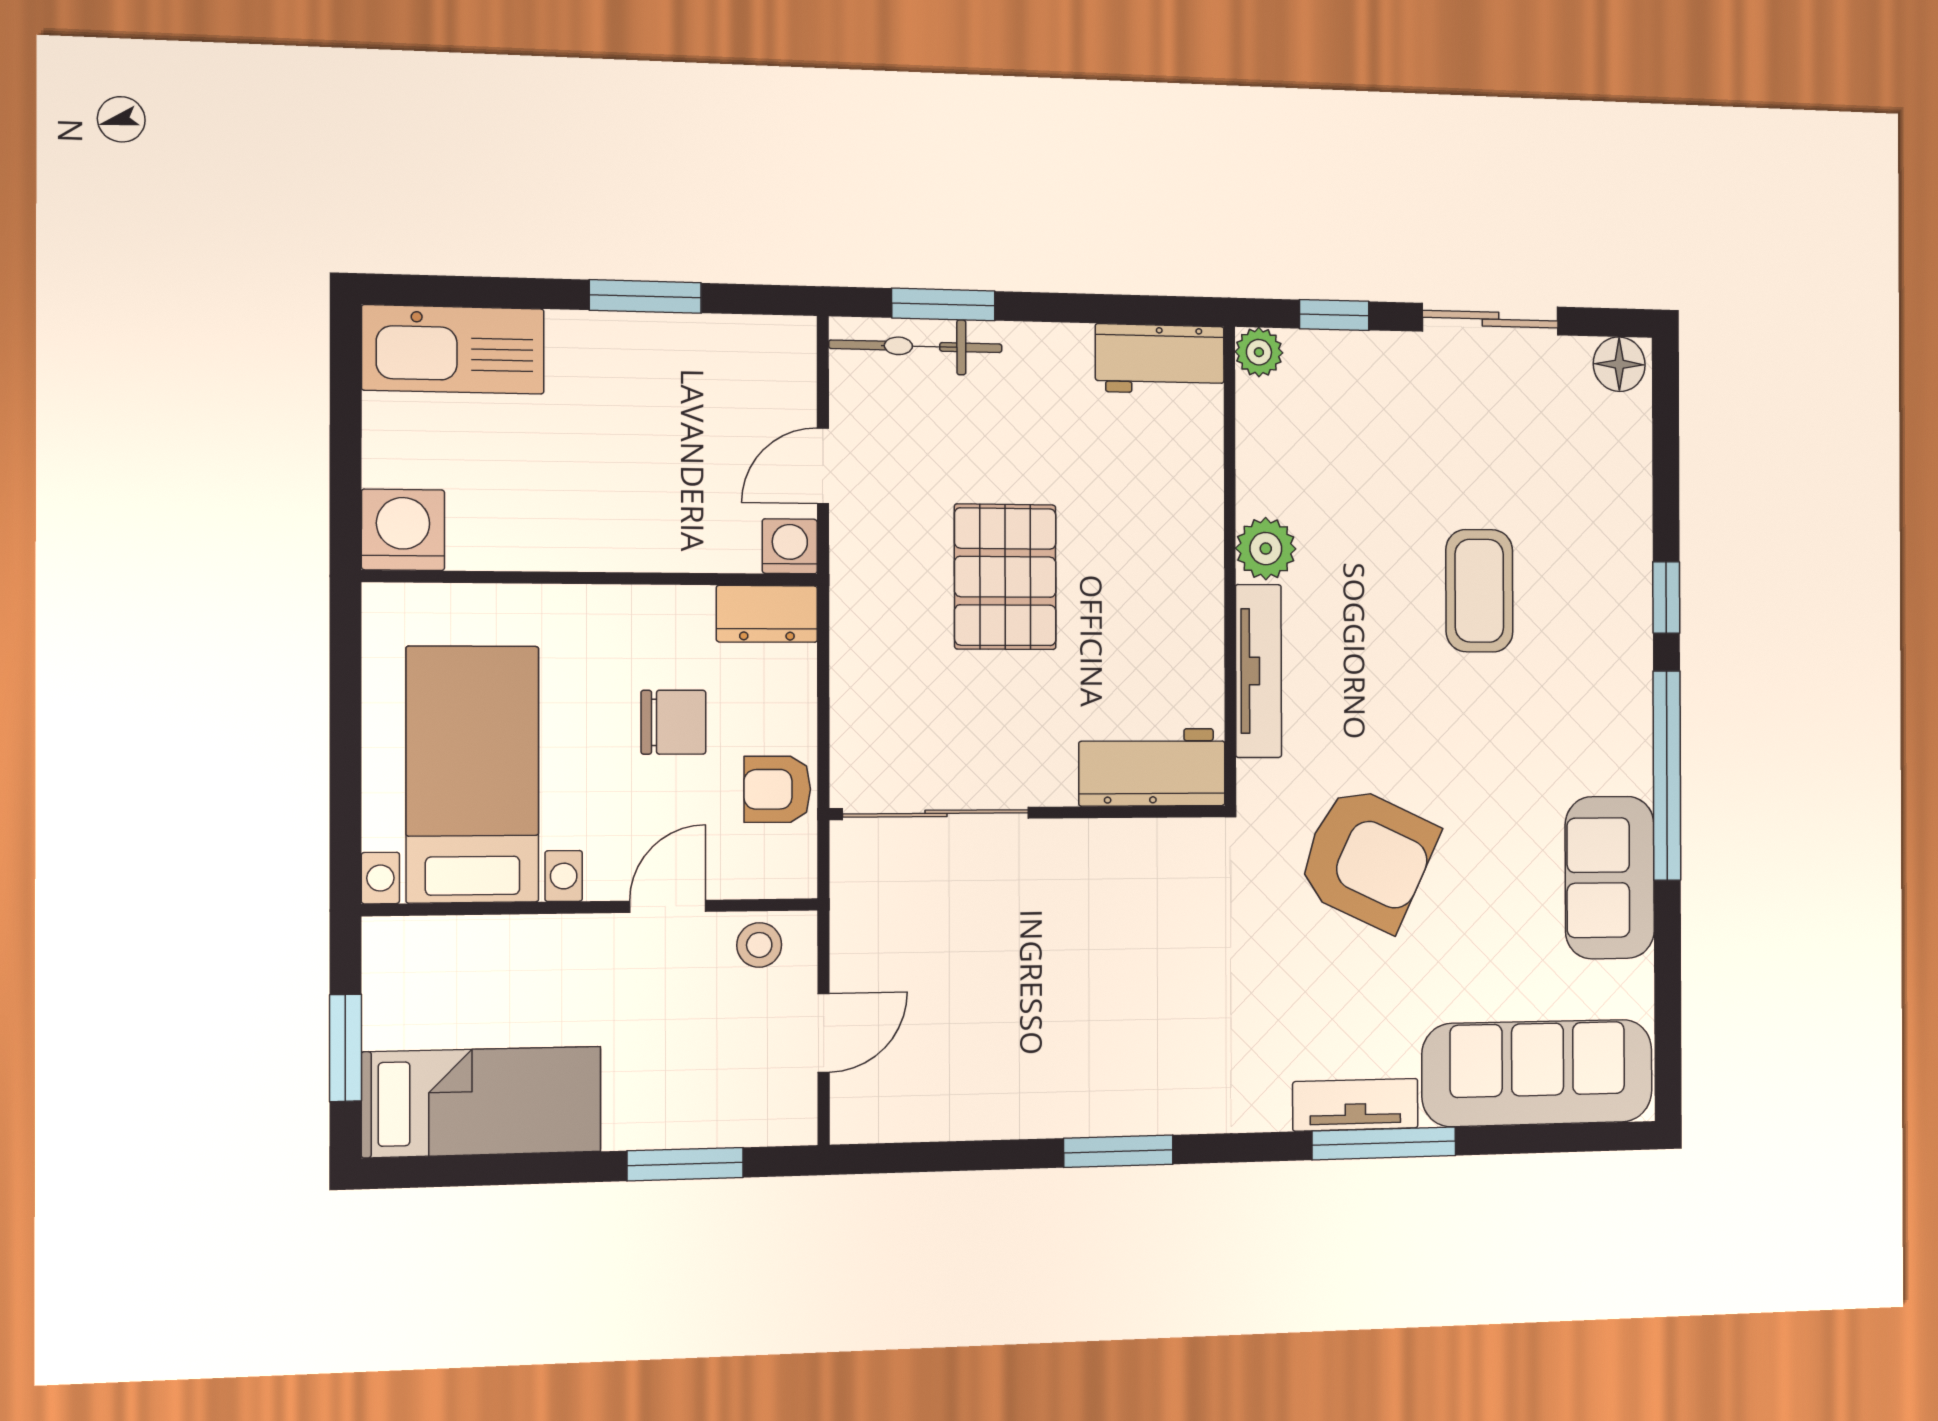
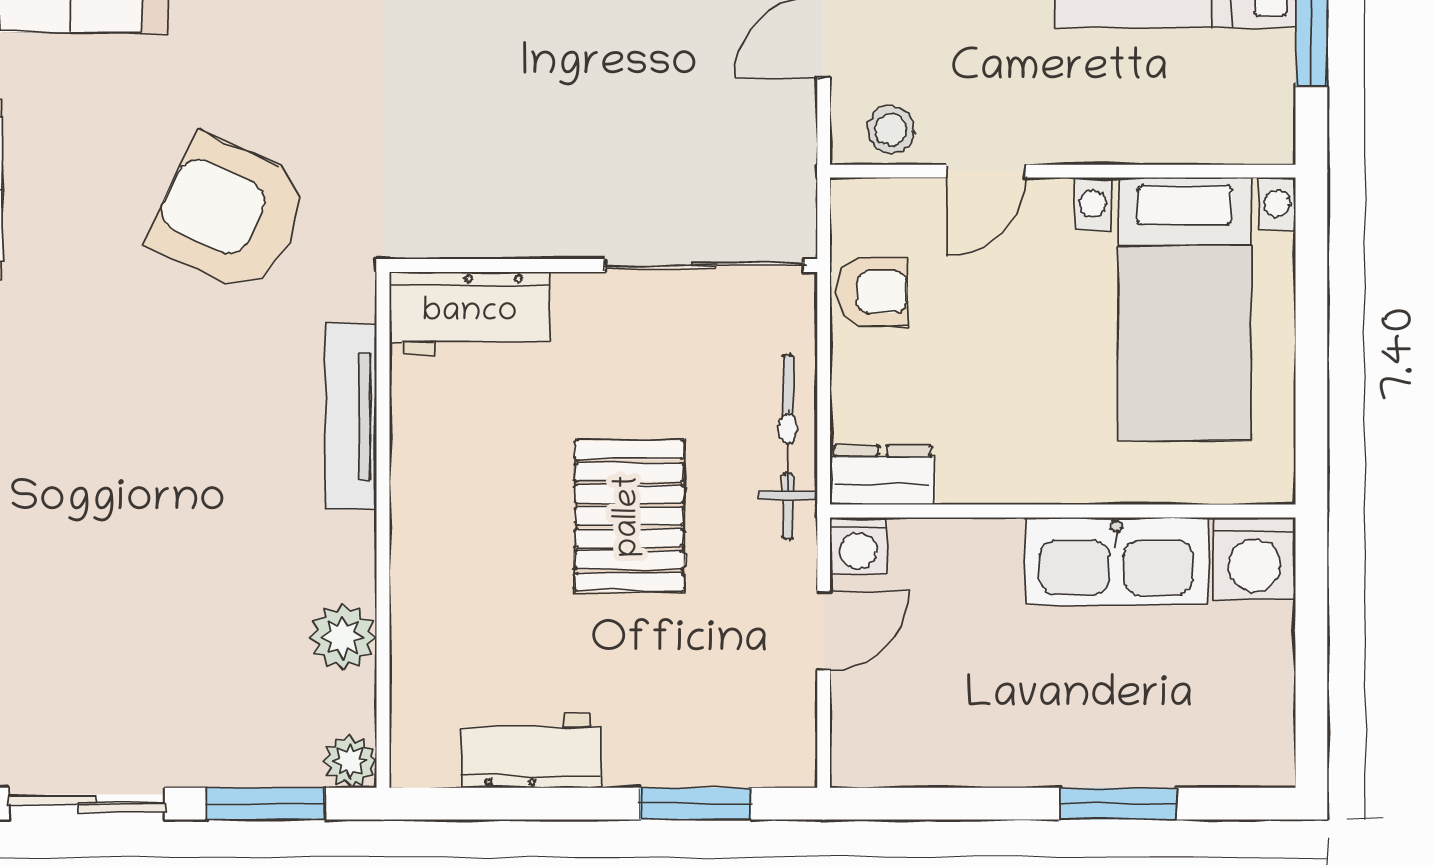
window: (645, 296) -> (1118, 804), moved
window: (1334, 315) -> (265, 804), width x1.50
bicycle: (916, 346) -> (788, 447), moved, turned -90
kitchen sink: (453, 349) -> (1117, 561), moved, turned 180
workbench: (1160, 359) -> (532, 751), moved
plant: (1266, 549) -> (343, 637), moved
coffee table: (1479, 591) -> (101, 505), removed
chair: (673, 722) -> (980, 362), removed

